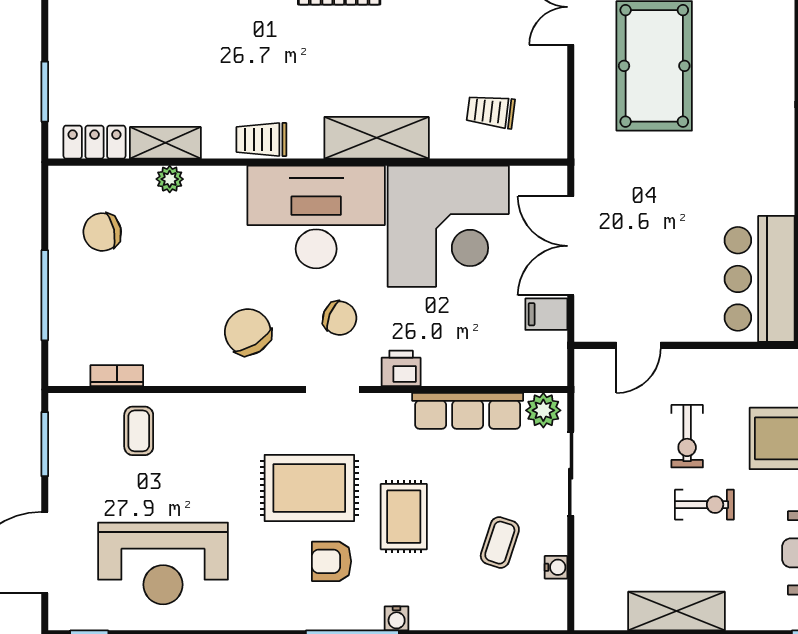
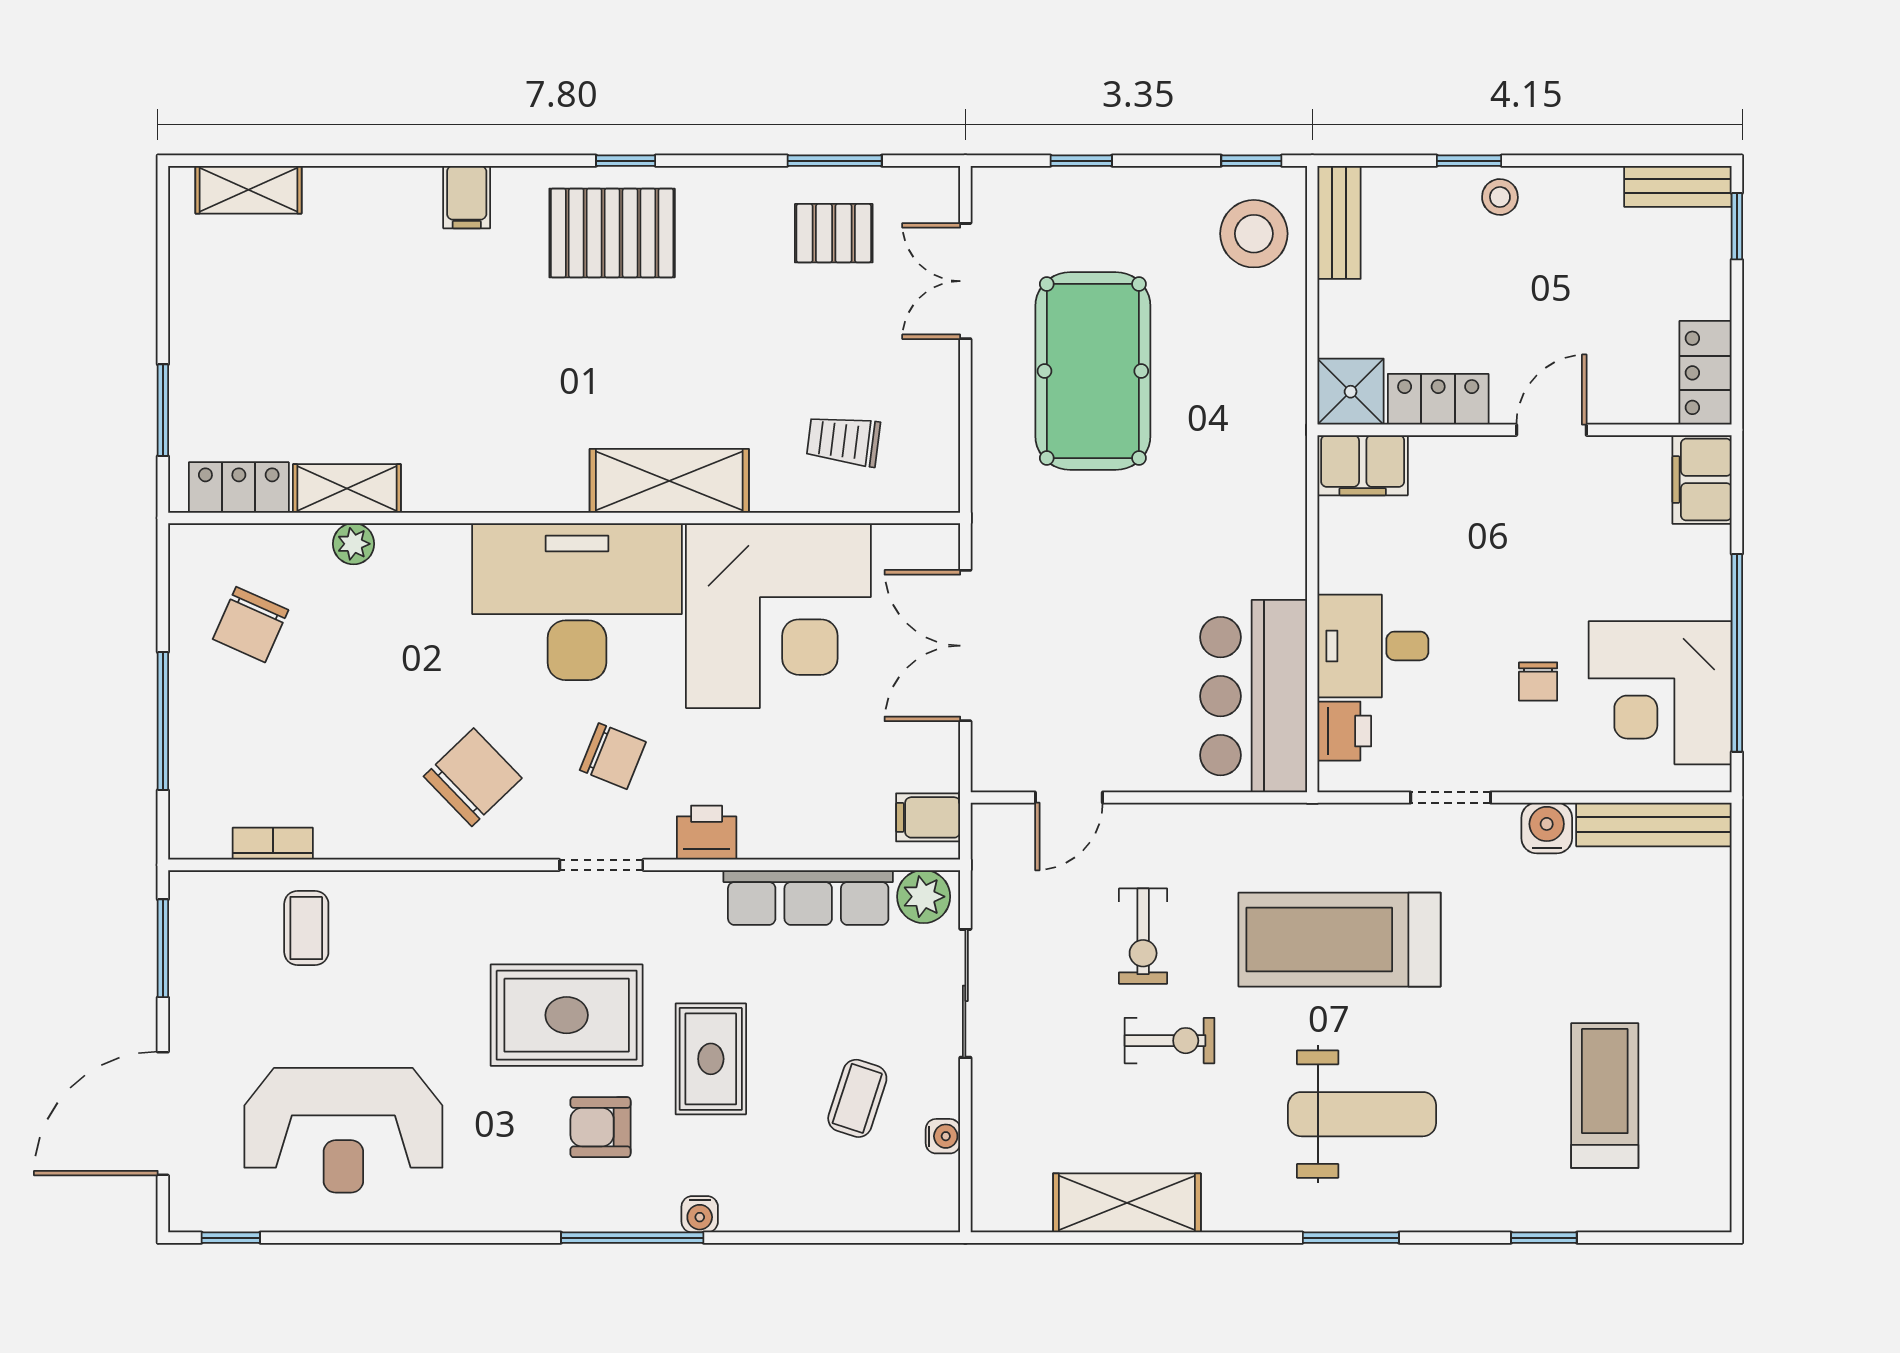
trolley: (261, 139) -> (493, 483), removed
chair: (102, 232) -> (251, 625), turned -54
filing cabinet: (546, 314) -> (928, 817), moved
chair: (248, 332) -> (473, 777), turned 78

